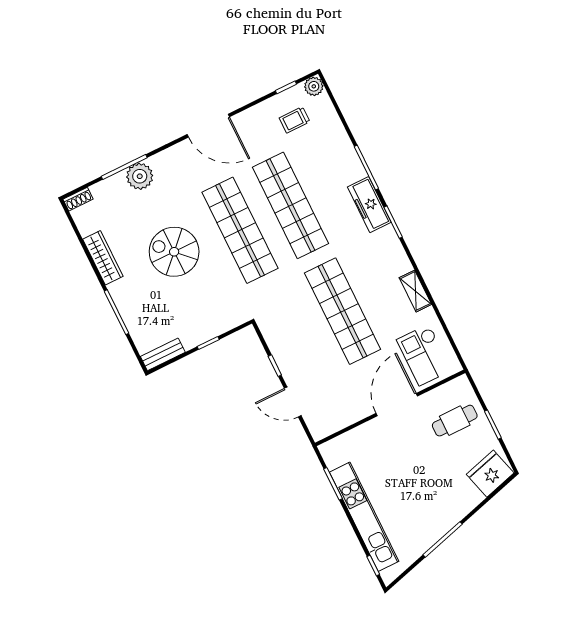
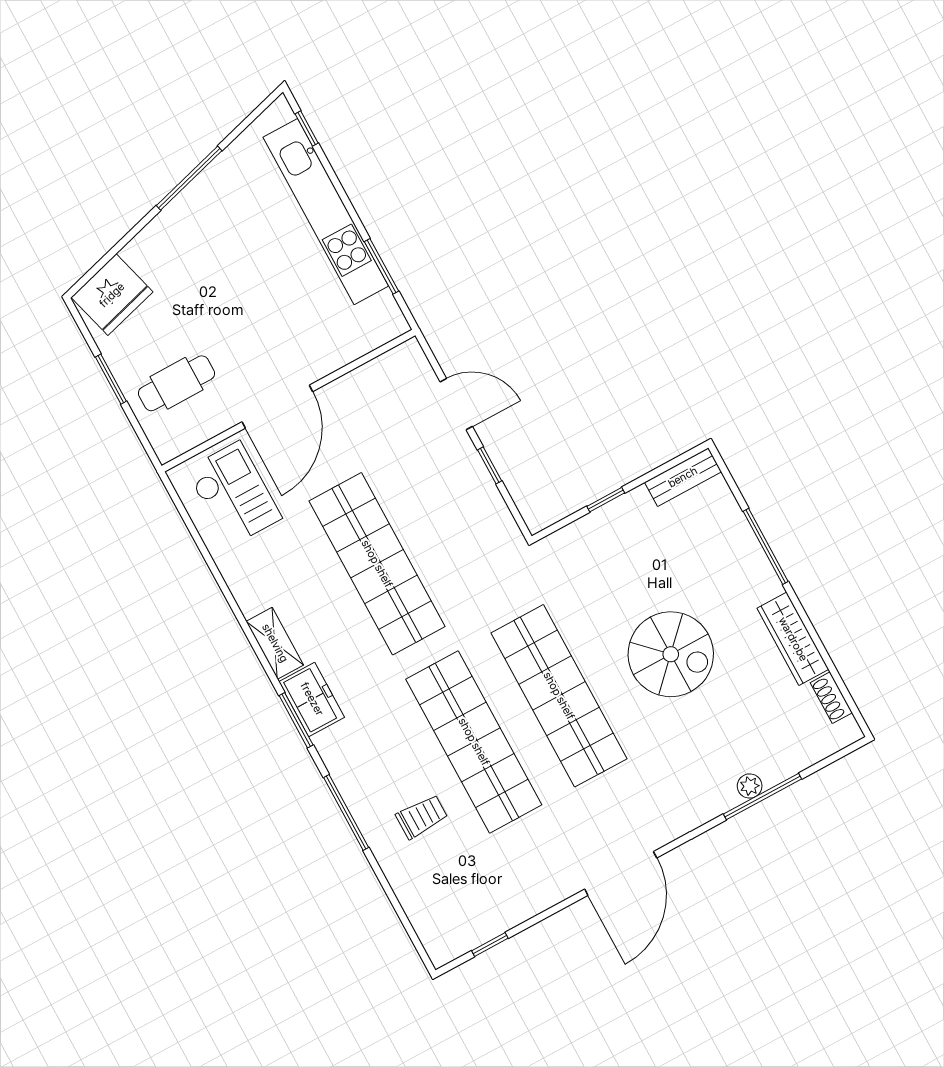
plant: (314, 86) -> (442, 948), removed
trolley: (295, 120) -> (422, 817), moved
door: (208, 126) -> (621, 873), swing flipped
plant: (140, 176) -> (750, 786), width x0.53, depth x0.53
shoe rack: (78, 199) -> (831, 698), moved, turned -90
freezer: (369, 205) -> (312, 699), moved, width x0.71
shelving: (415, 291) -> (275, 643), moved

